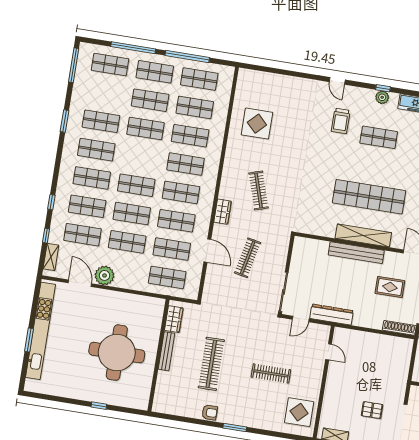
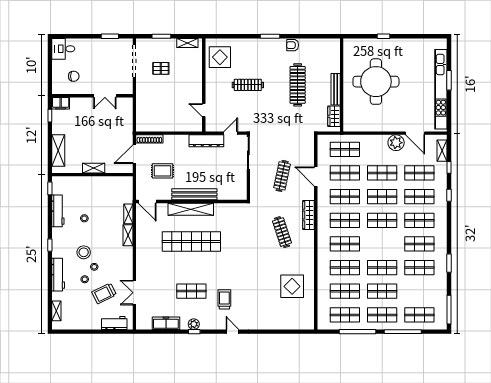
wardrobe: (223, 212) -> (309, 215), width x1.50

